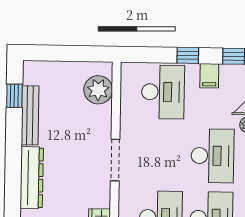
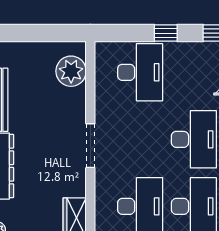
filing cabinet: (209, 76) -> (189, 54), removed

